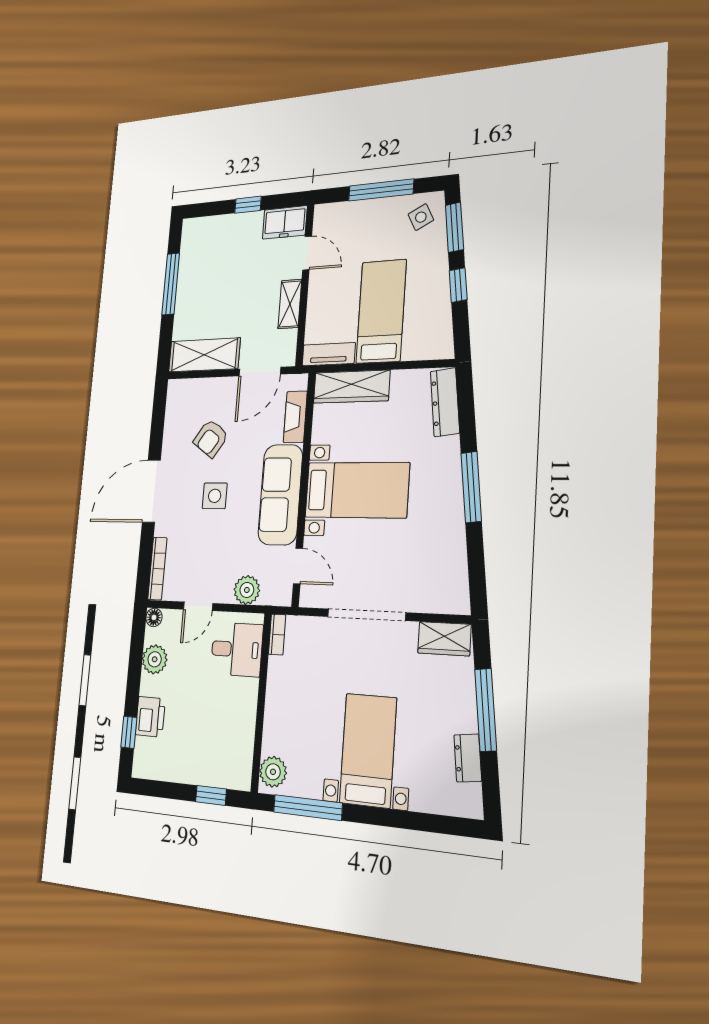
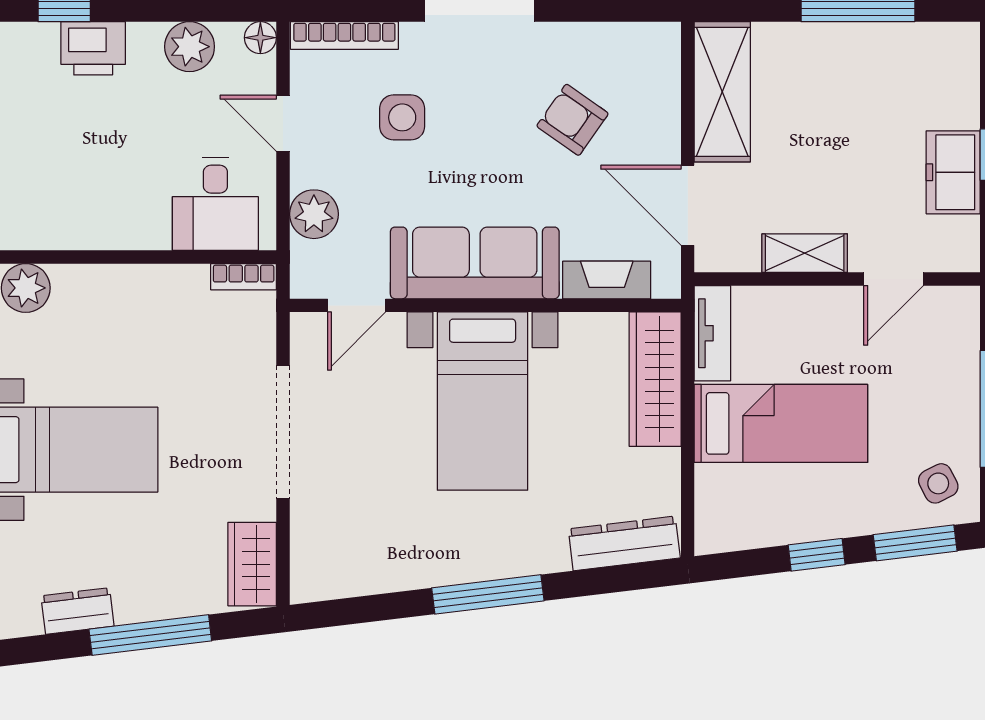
freezer: (285, 222) -> (953, 172), moved
side table: (215, 496) -> (402, 117), moved

